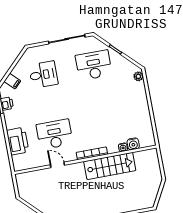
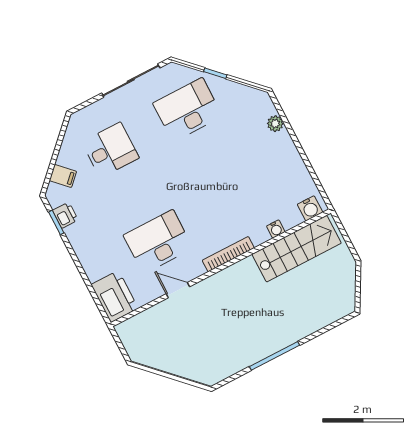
plant: (138, 76) -> (275, 124), moved
printer: (18, 141) -> (115, 296), moved
water cooler: (133, 144) -> (310, 208), moved
stairs: (110, 166) -> (297, 249), moved

